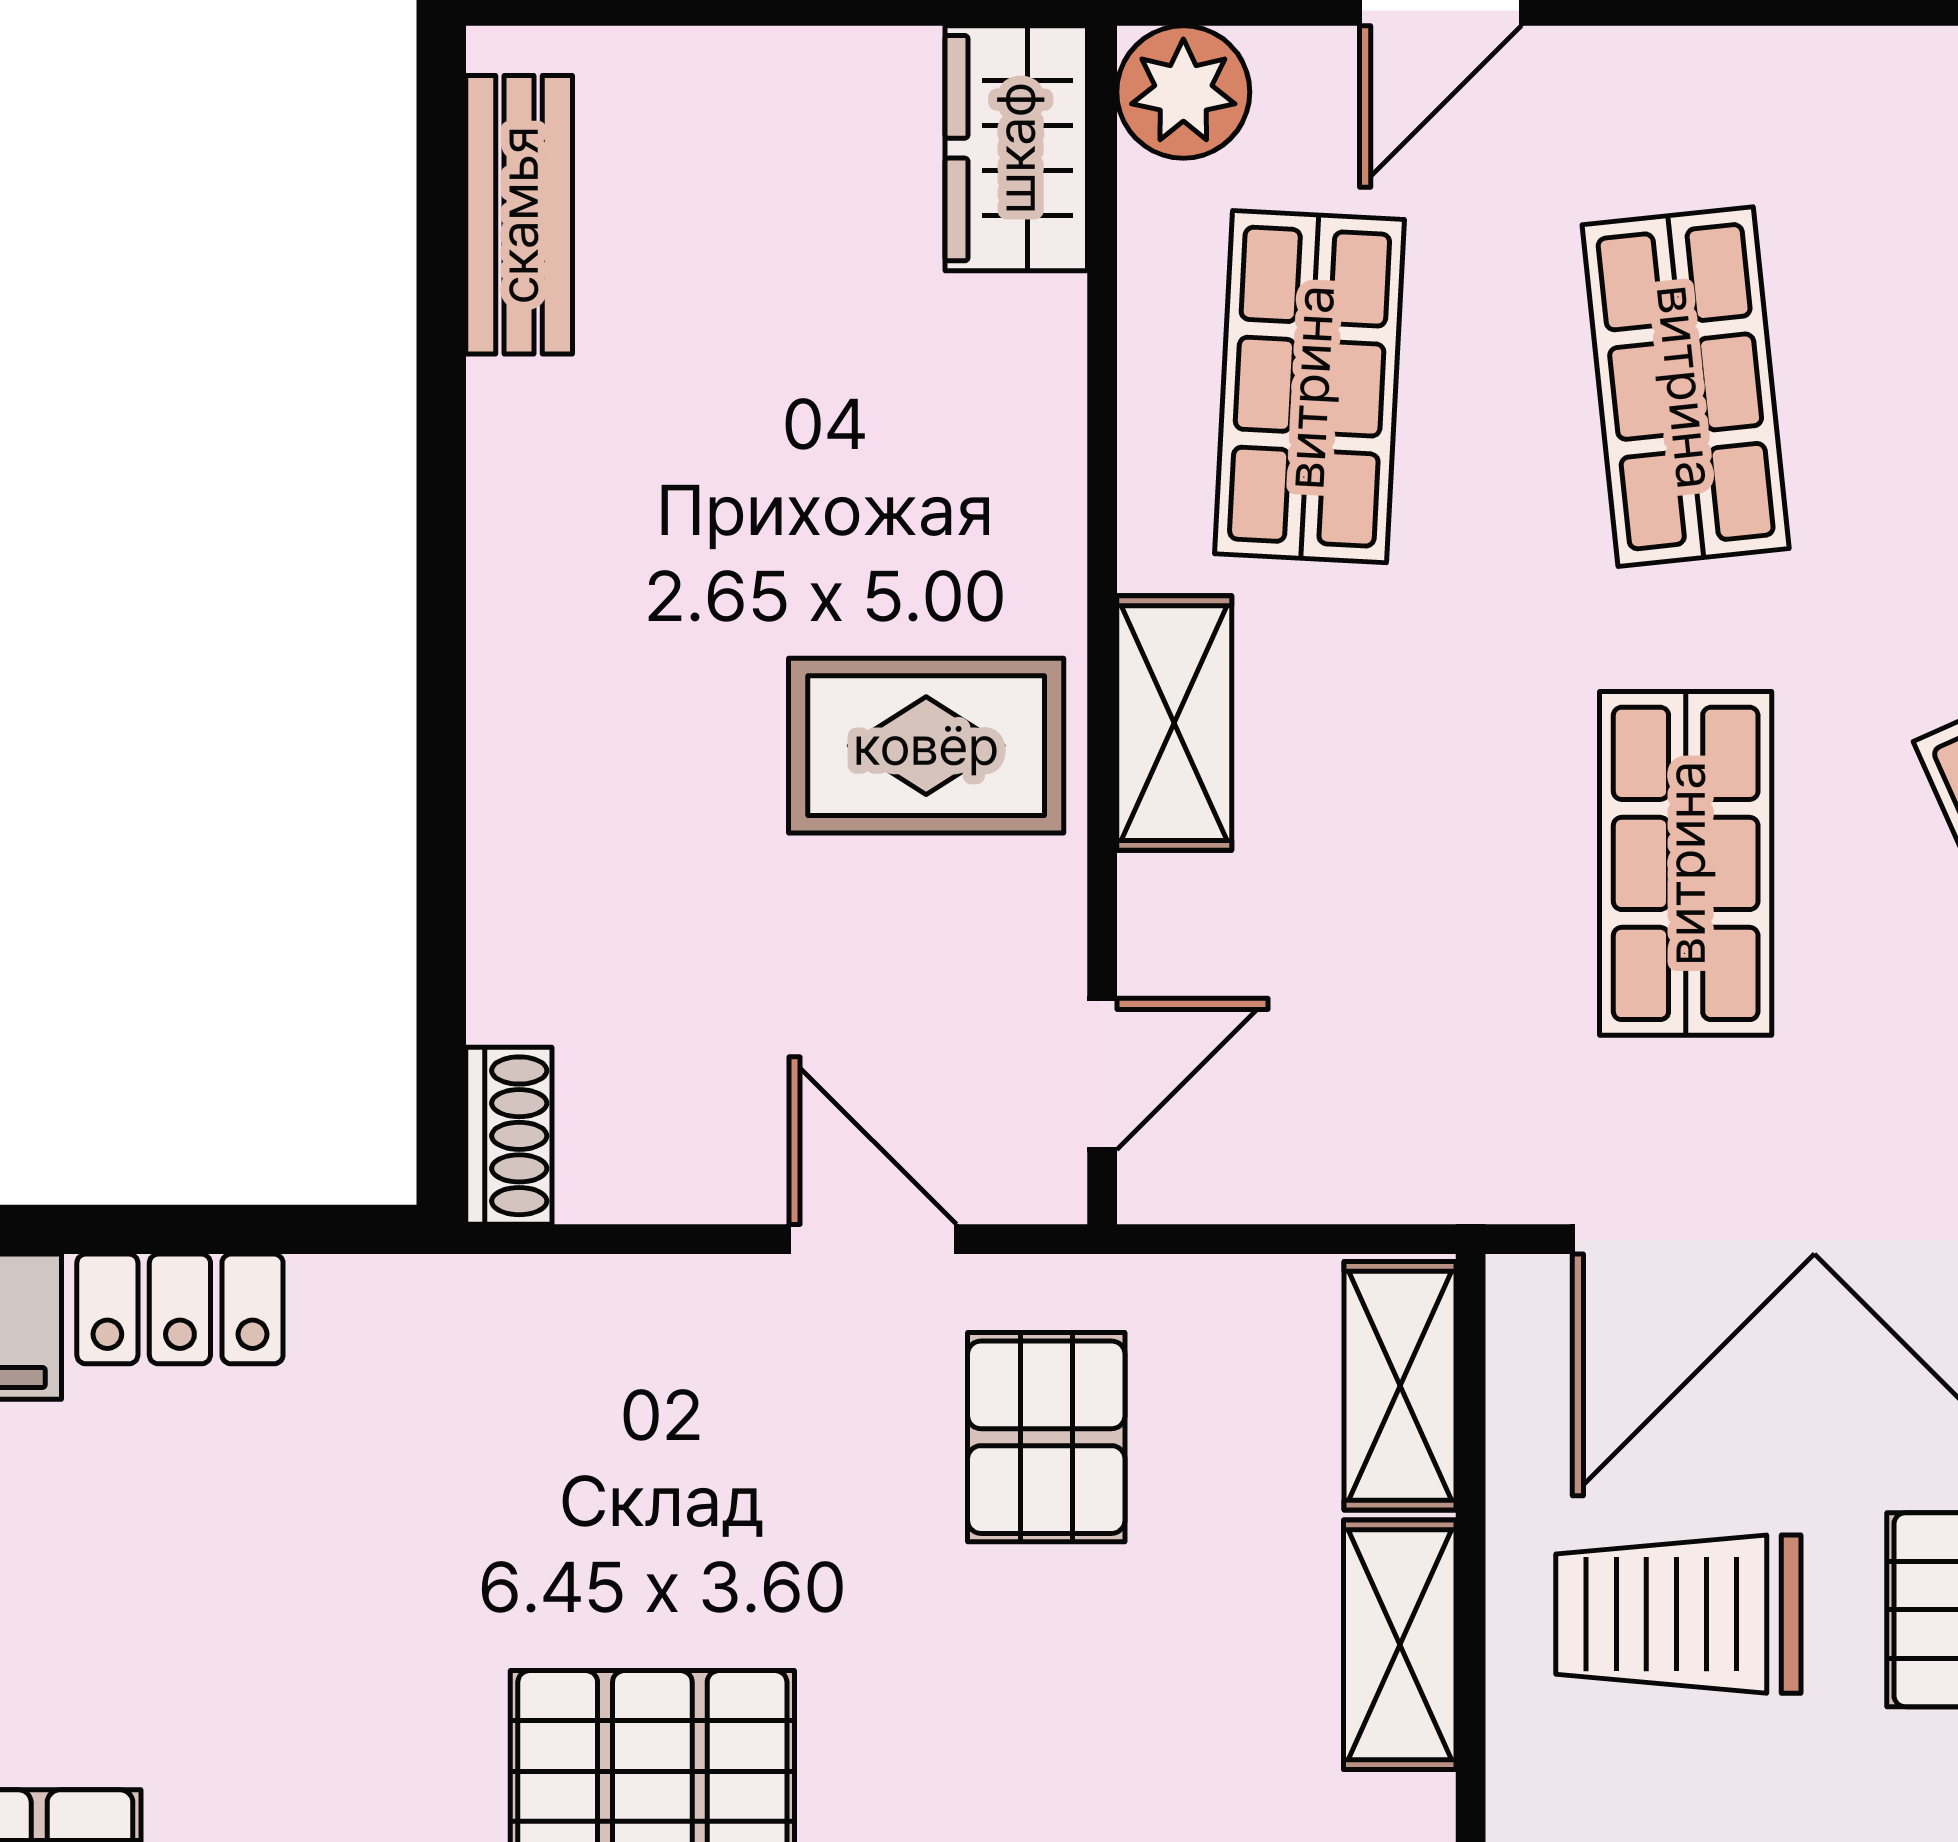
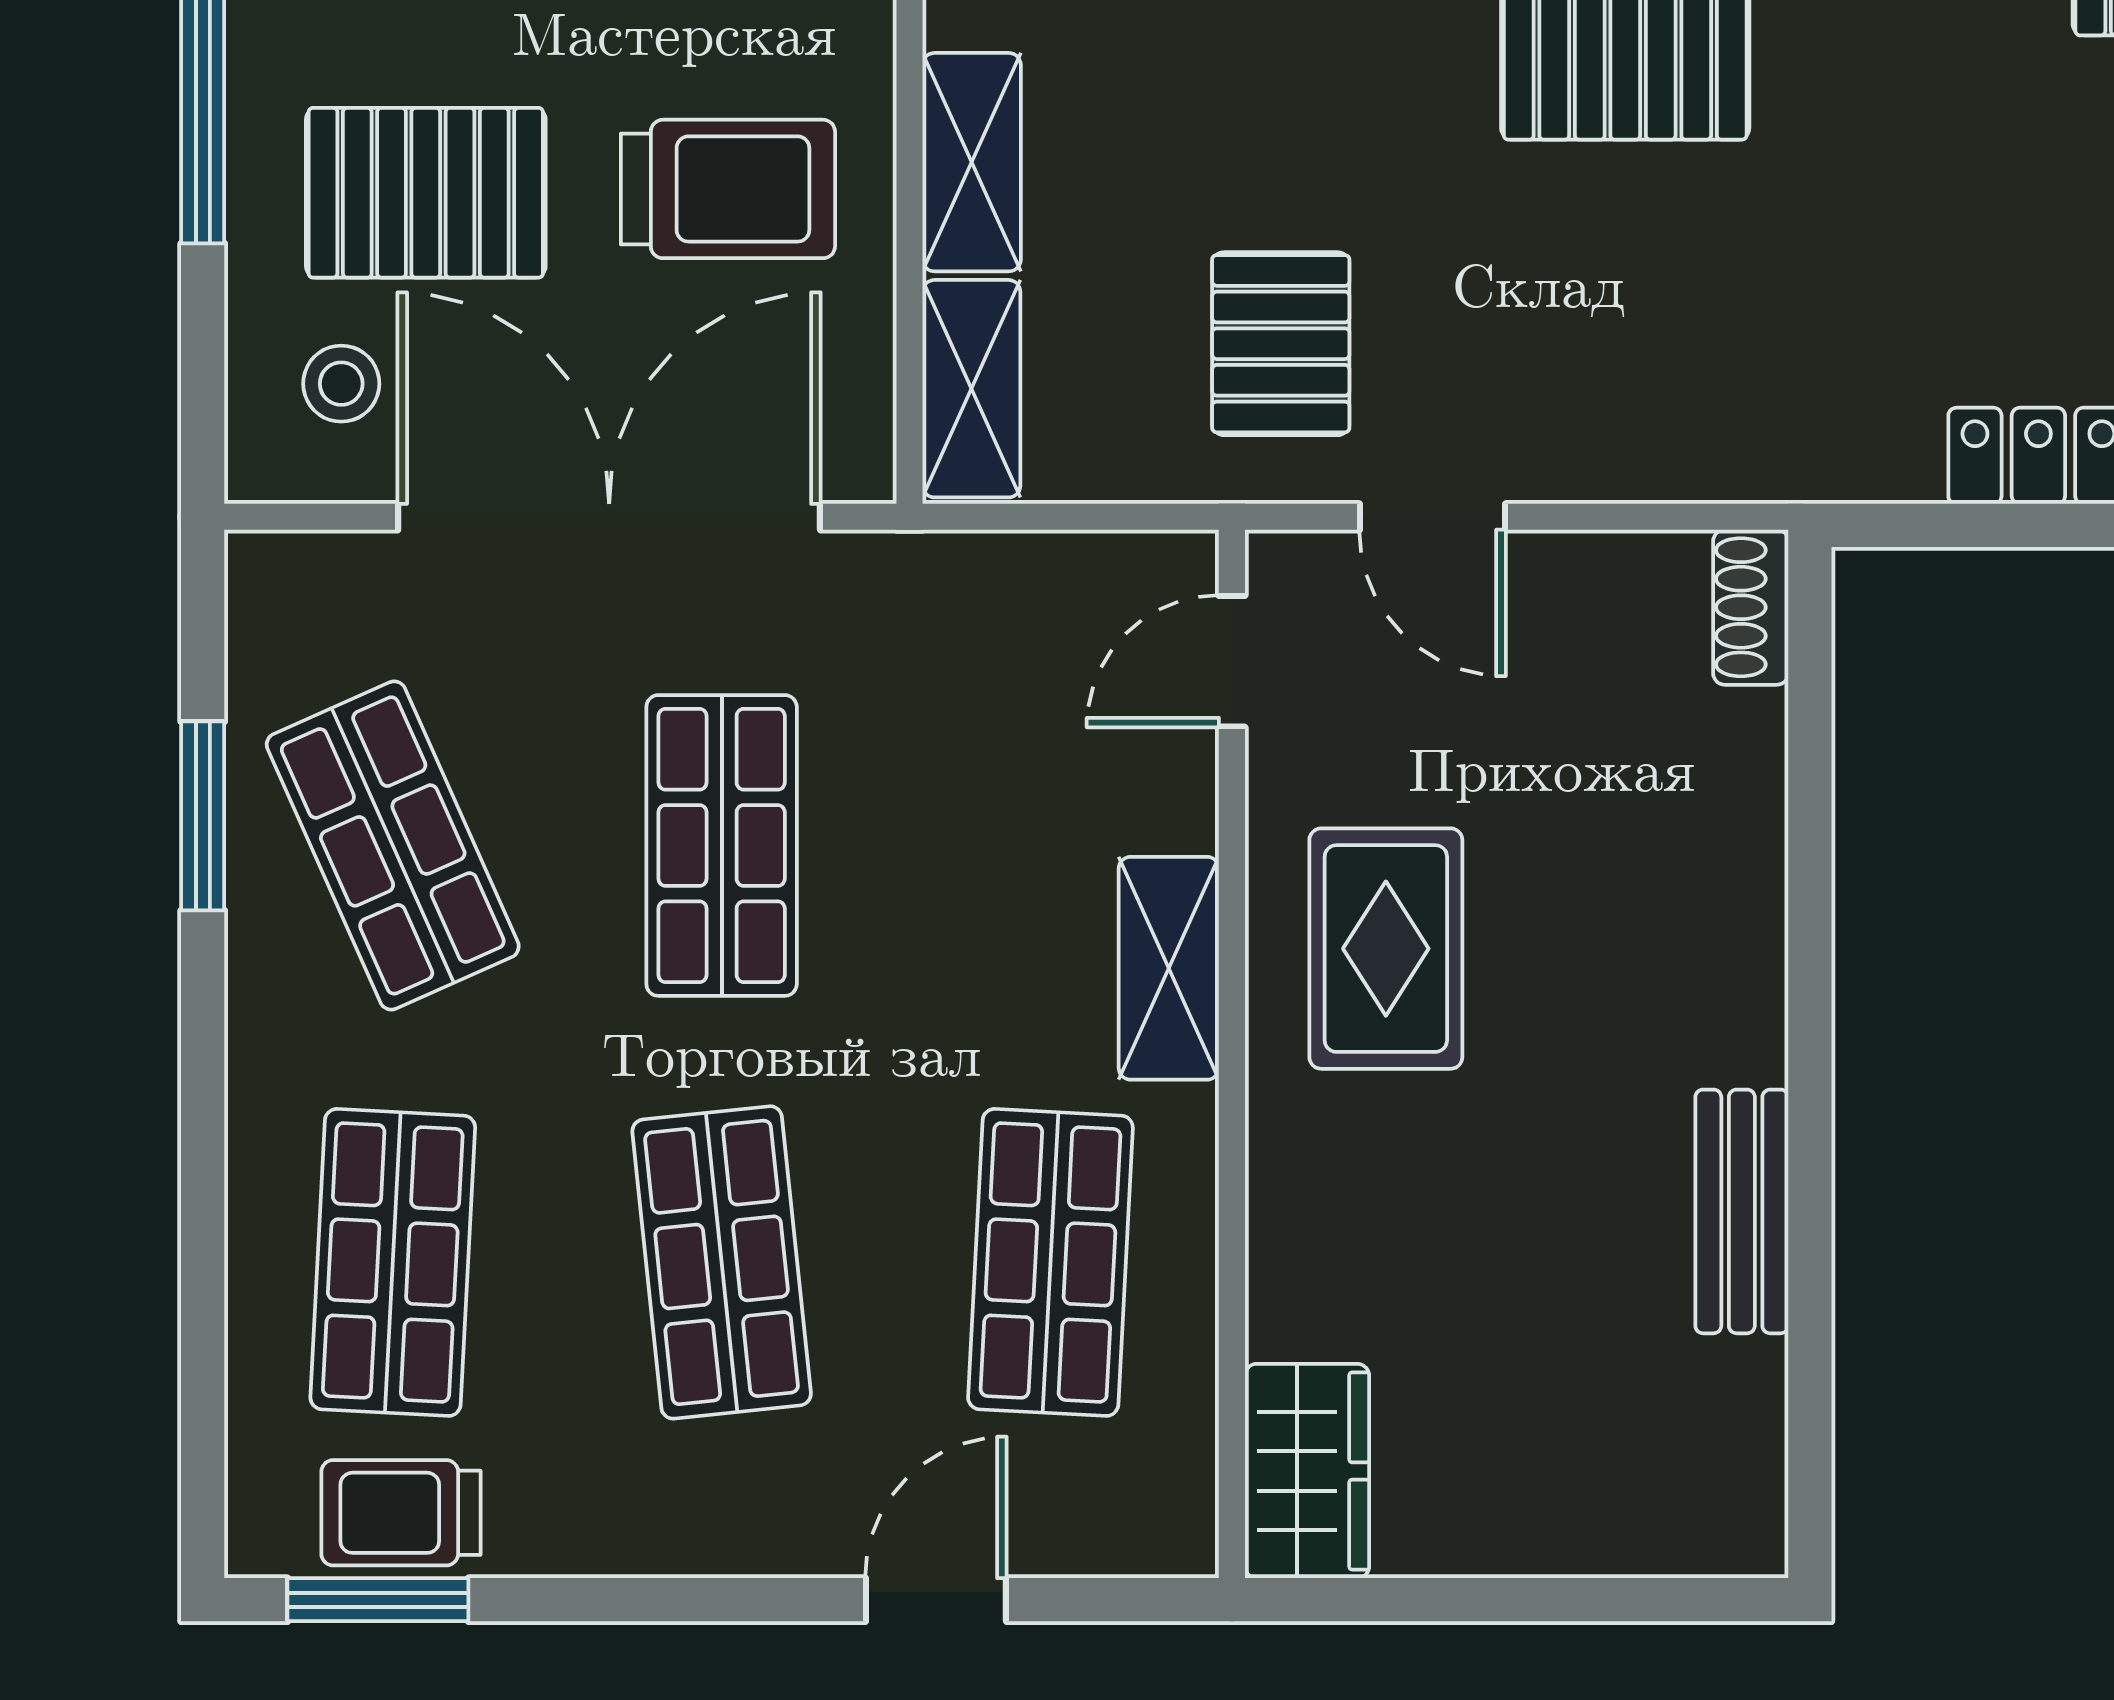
plant: (1183, 92) -> (1161, 1520), removed
bench: (519, 215) -> (1742, 1211), moved
rug: (926, 746) -> (1386, 949), turned 90

